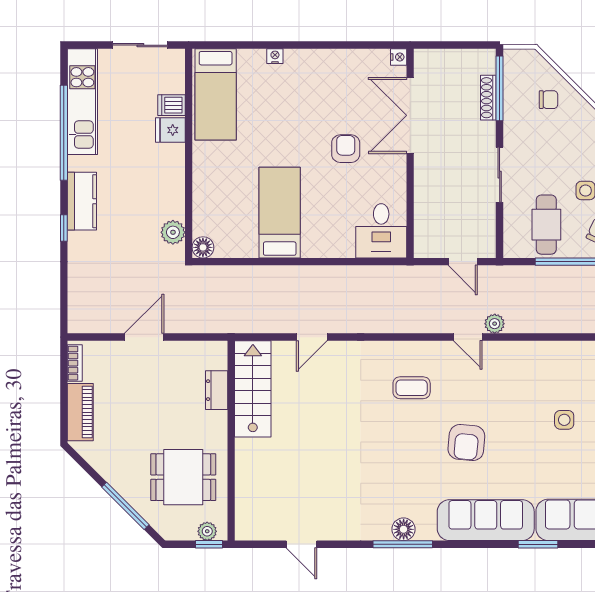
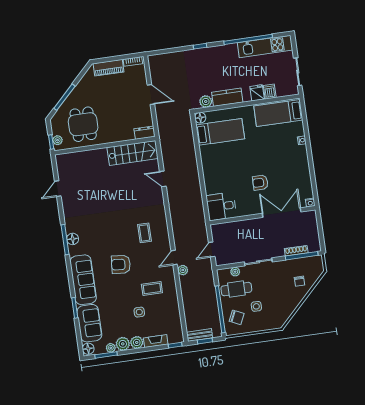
armchair: (346, 149) -> (260, 183), turned 180
kitchen counter: (82, 201) -> (227, 97), moved, turned 180
bed: (280, 213) -> (220, 132), moved
plant: (512, 222) -> (235, 272), added
coffee table: (522, 389) -> (152, 289), added
dresser: (217, 390) -> (145, 133), moved

